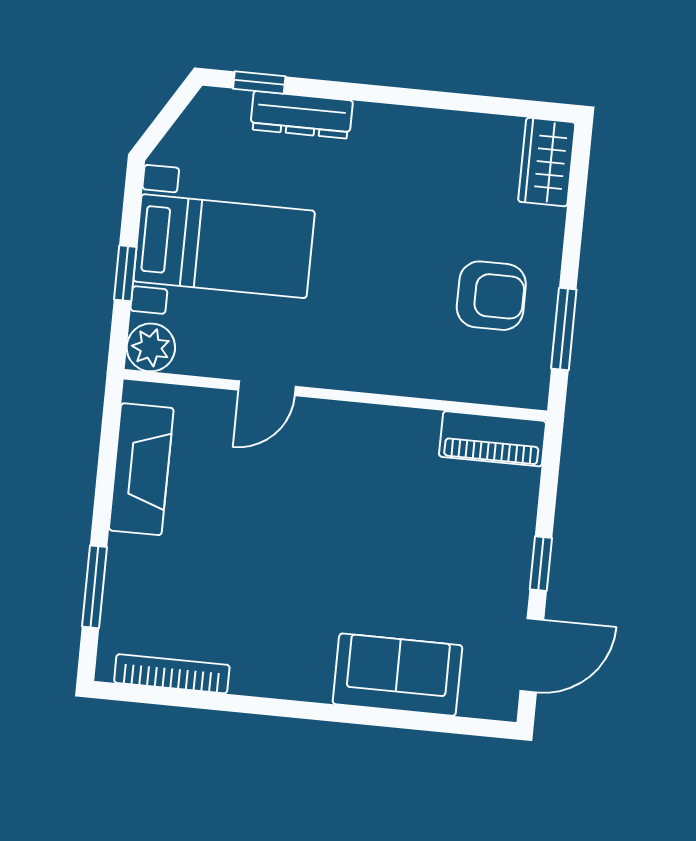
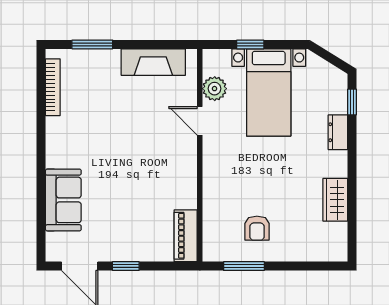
dresser: (301, 115) -> (338, 132), width x0.70
wardrobe: (547, 162) -> (335, 200), moved, turned -90
armchair: (491, 296) -> (257, 228), width x0.72, depth x0.72
plant: (151, 347) -> (215, 89), moved

